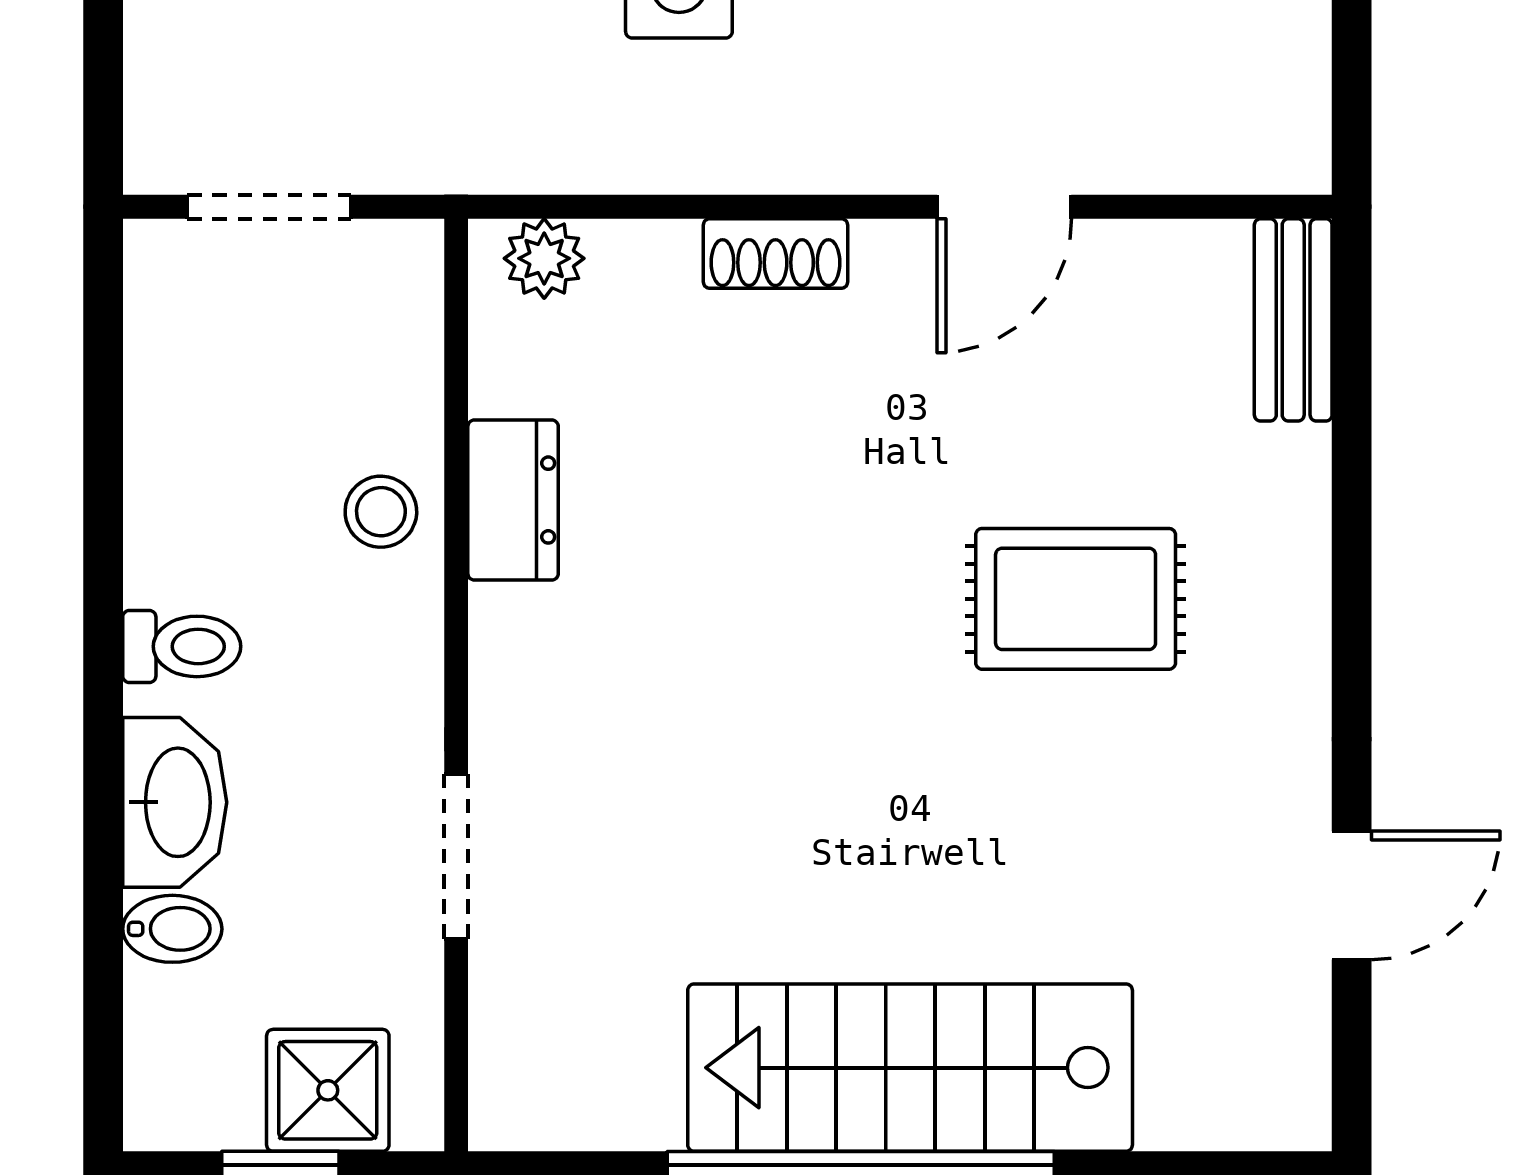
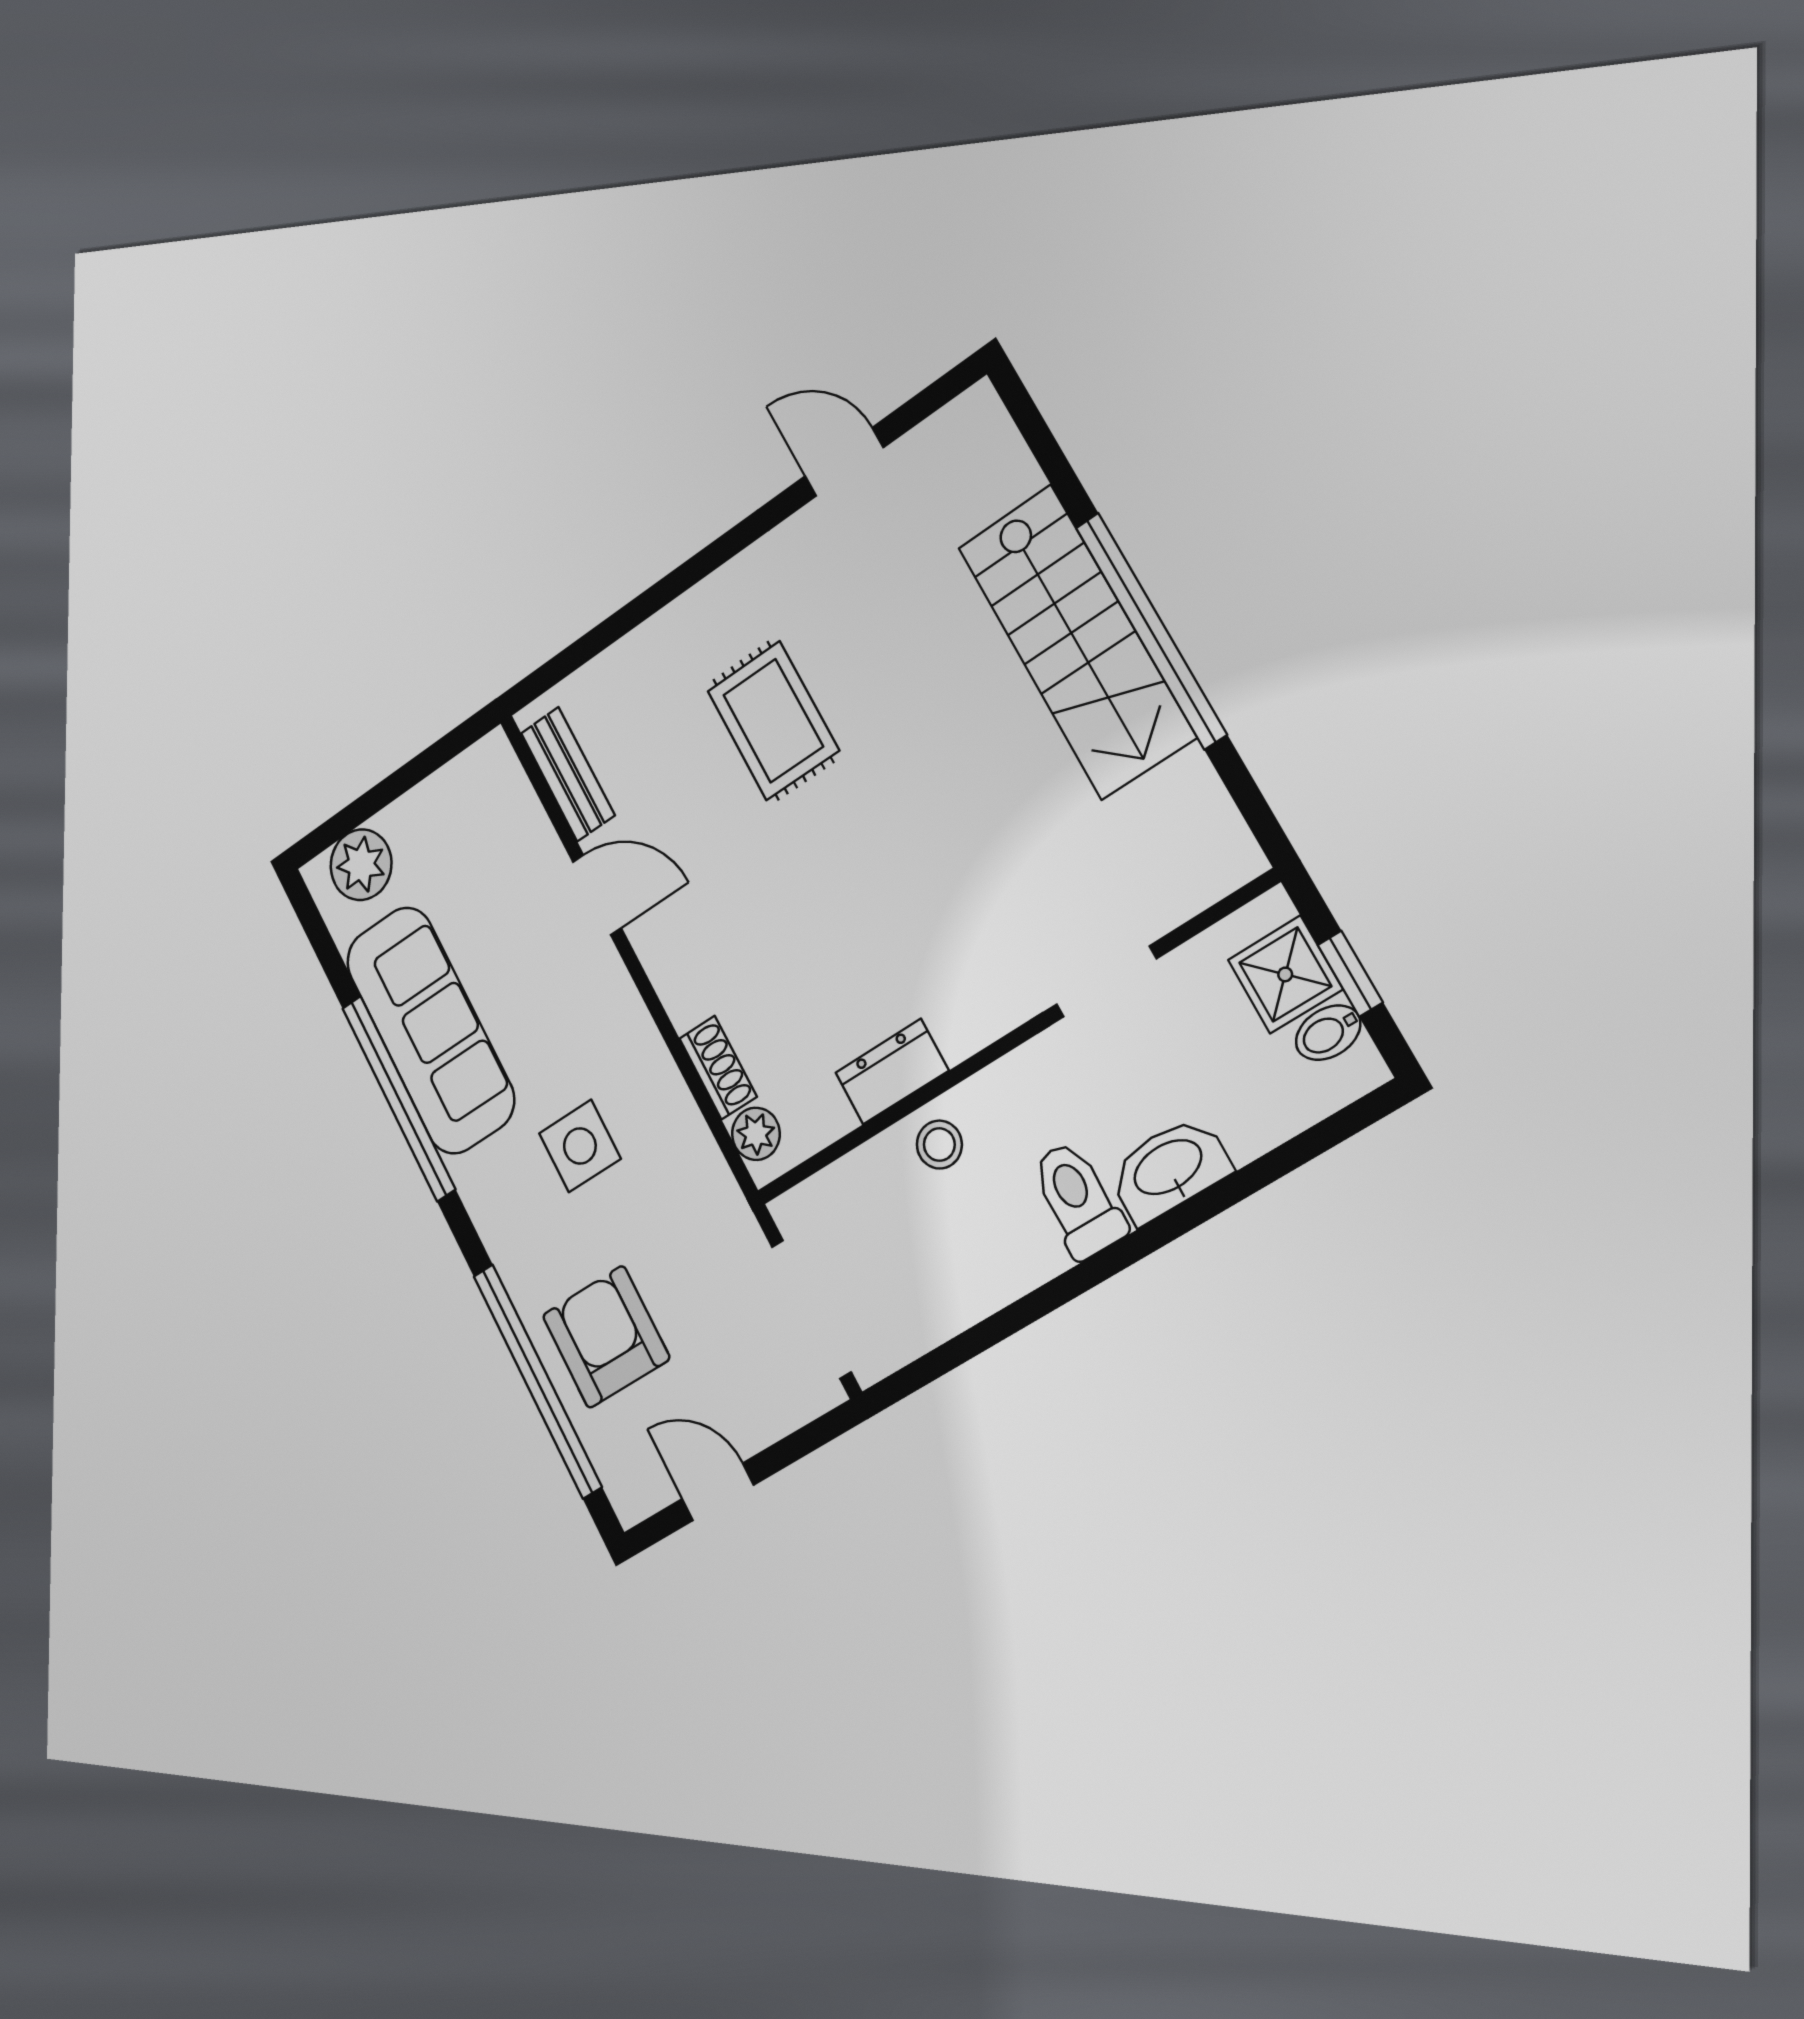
doorway: (269, 207) -> (811, 1309), width x1.38
shoe rack: (776, 253) -> (718, 1068), moved
bench: (1293, 320) -> (568, 774), moved, turned 90
toilet: (182, 646) -> (1078, 1200), width x1.37, depth x1.39
bidet: (172, 929) -> (1328, 1033), moved, turned -90

